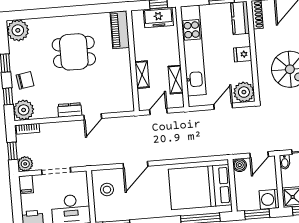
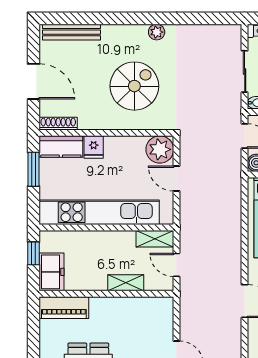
freezer: (158, 17) -> (52, 272), moved
fridge: (243, 54) -> (94, 147), moved
shelving: (176, 80) -> (155, 239), moved

